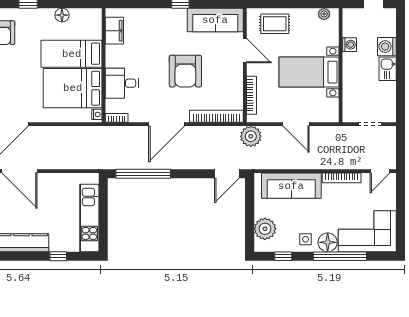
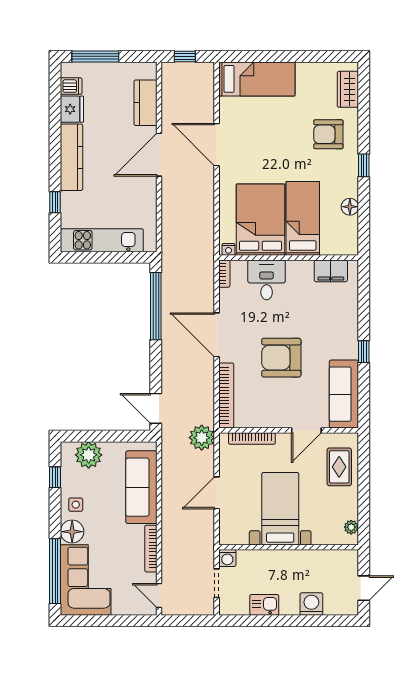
washing machine: (349, 45) -> (227, 558), moved
kitchen sink: (388, 69) -> (264, 605), moved
window: (340, 256) -> (55, 571), moved

